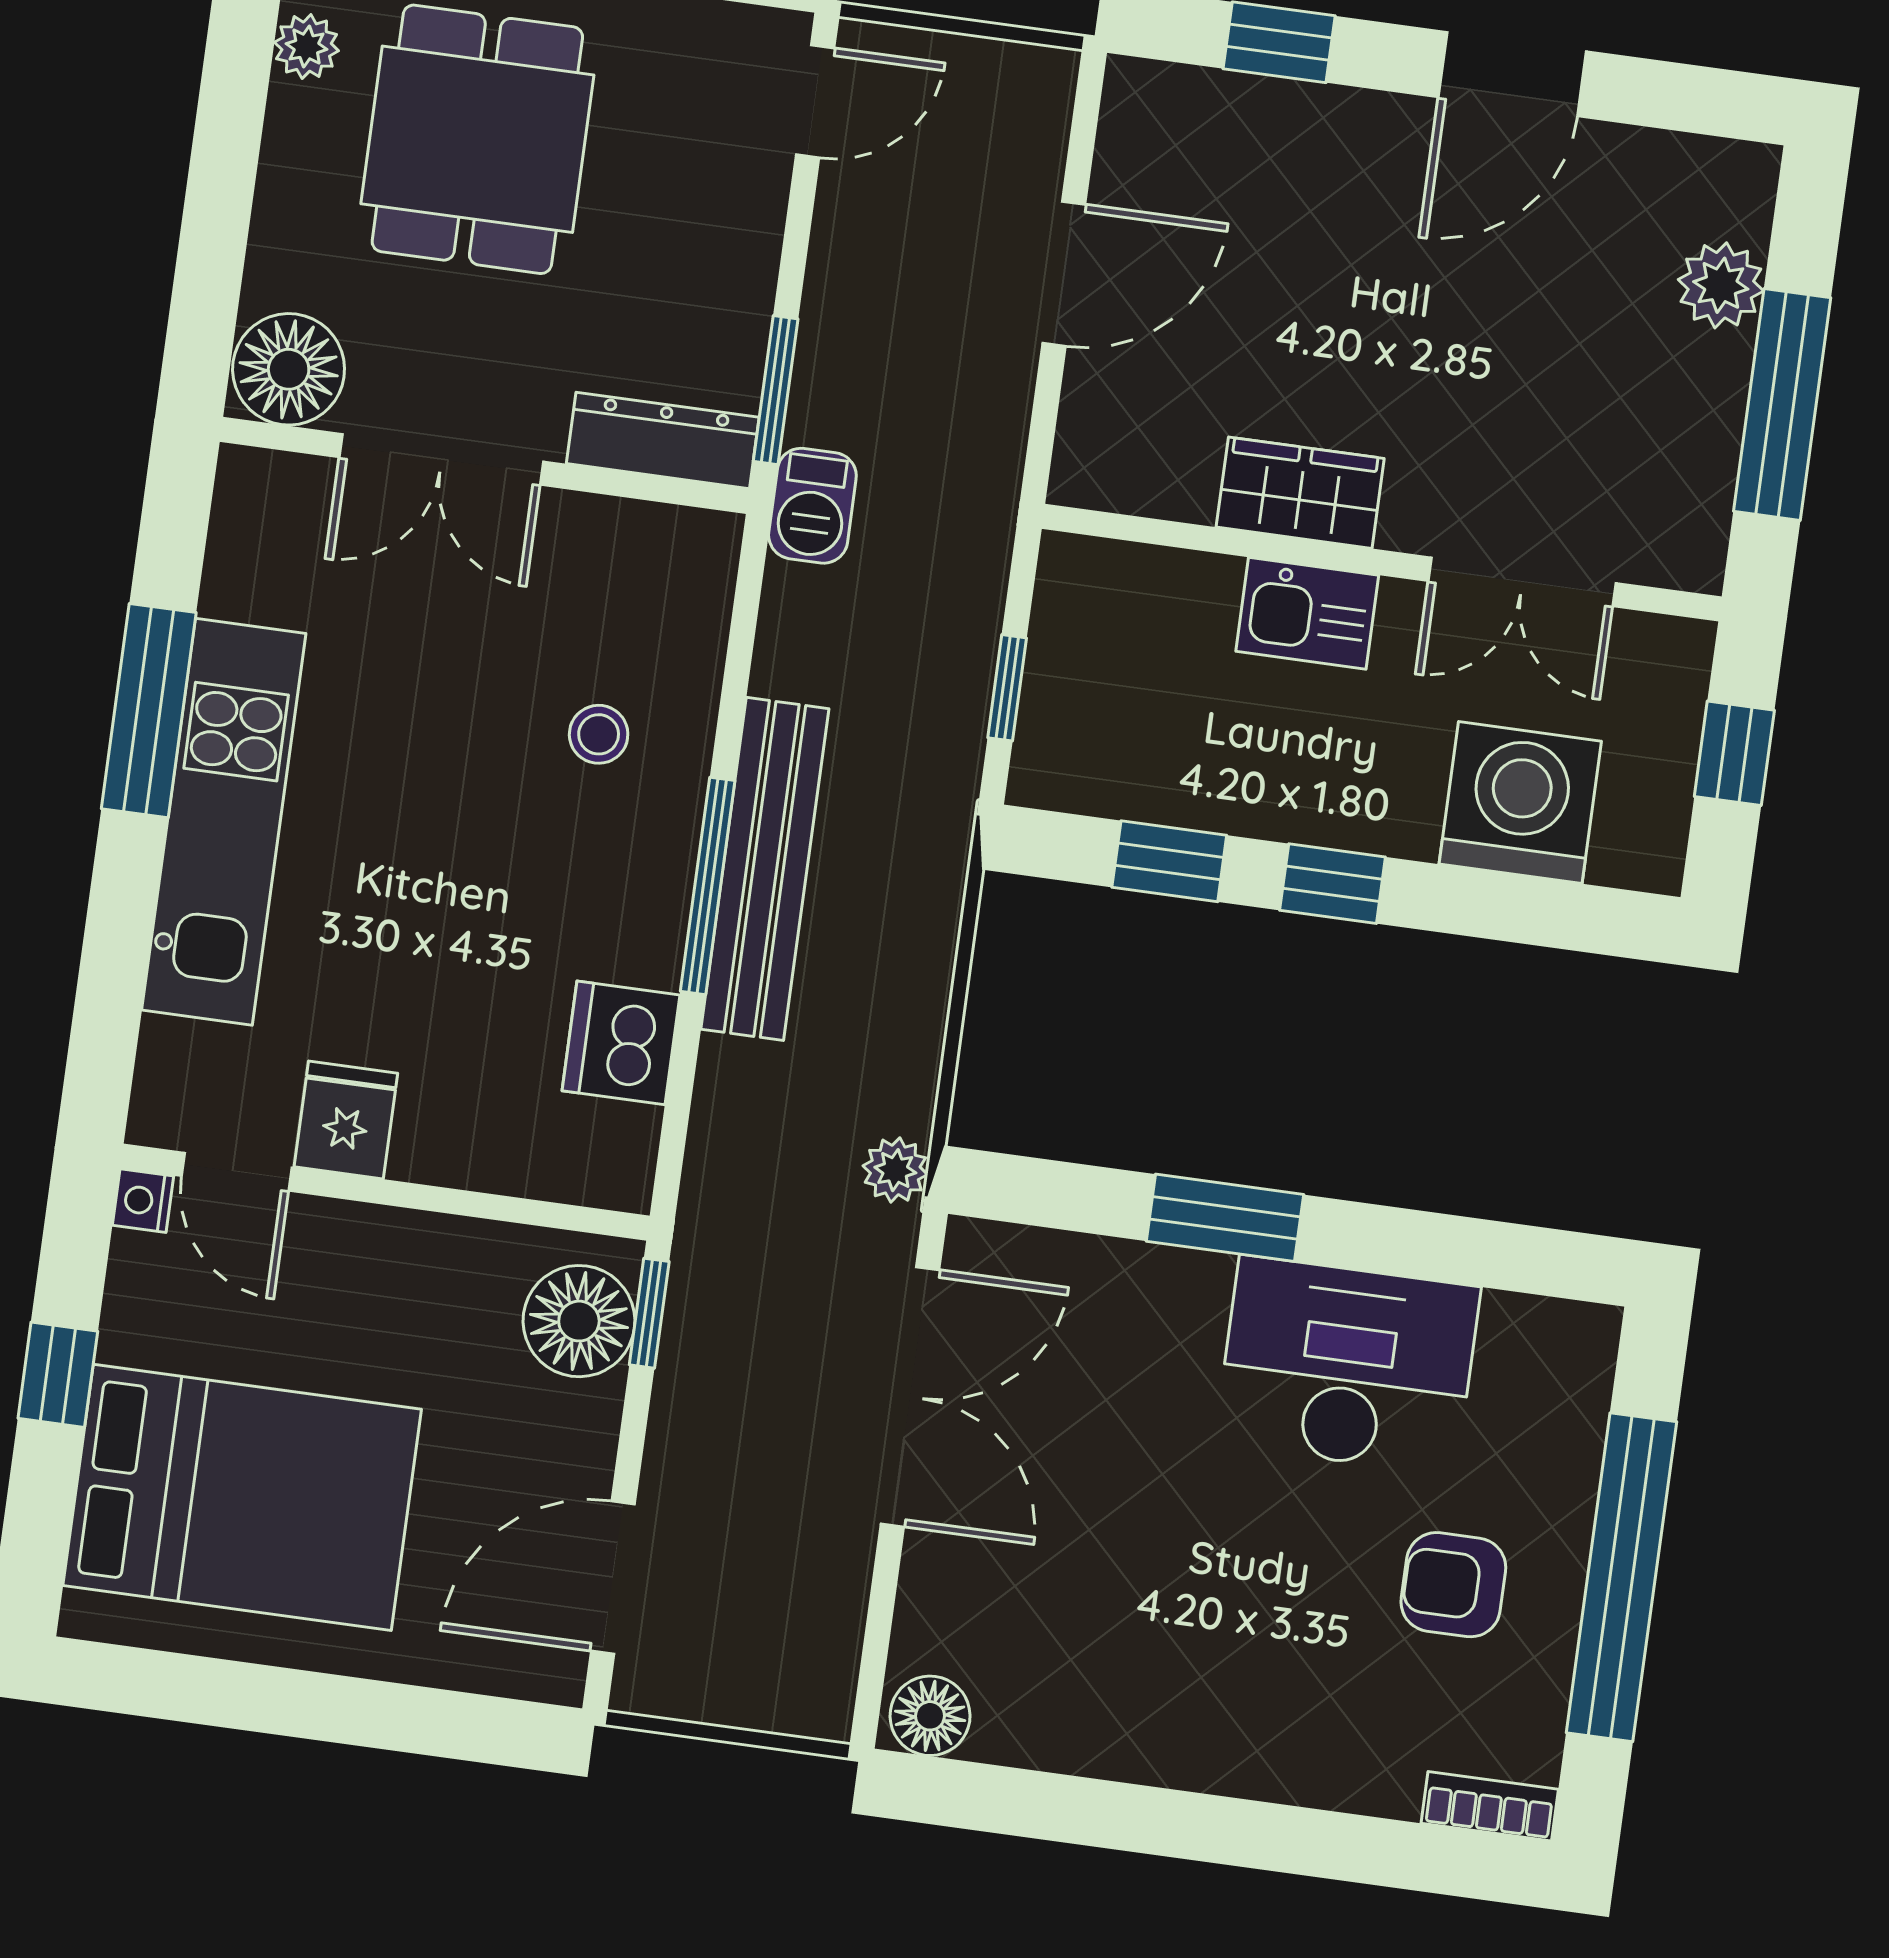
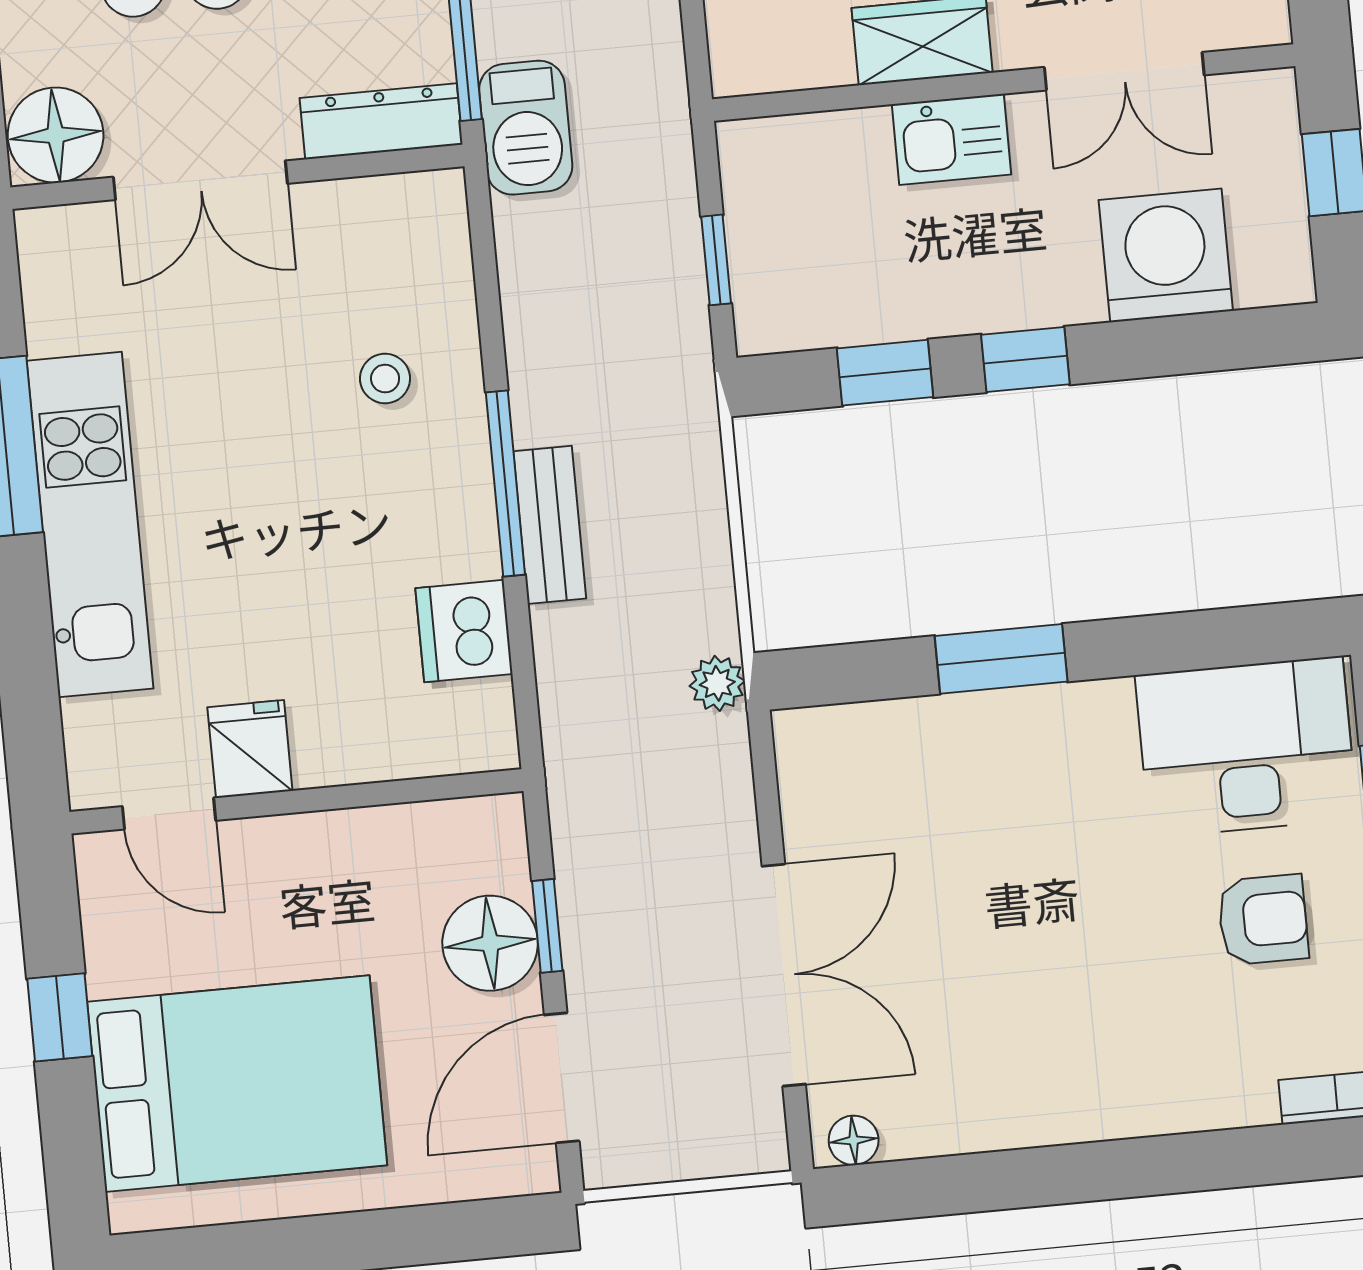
barbecue: (812, 506) -> (526, 128), width x1.38, depth x1.27
bench: (765, 869) -> (550, 525), width x0.54, depth x0.82
nightstand: (143, 1201) -> (97, 856), removed
window: (649, 1313) -> (547, 926), moved
floor lamp: (579, 1321) -> (490, 943), moved
desk: (1348, 1365) -> (1246, 747), moved
double door: (910, 1397) -> (784, 975), moved
armchair: (1453, 1585) -> (1263, 920), turned 180
floor lamp: (930, 1716) -> (854, 1140), width x0.73, depth x0.73

